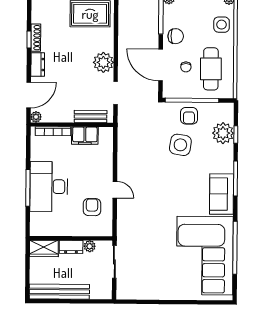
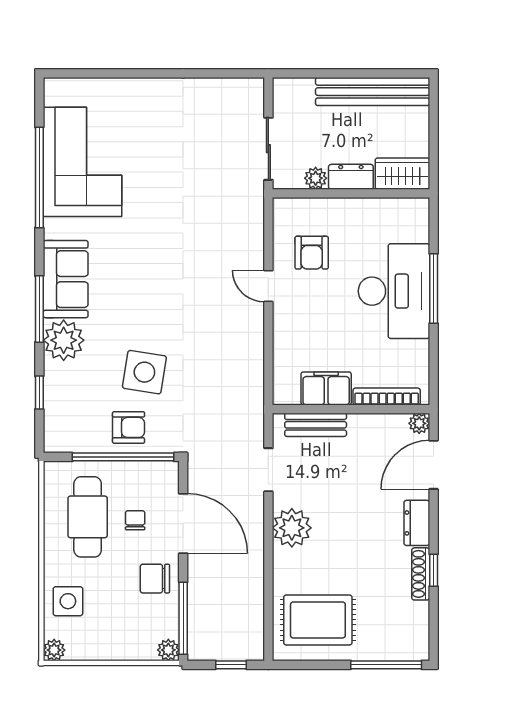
armchair: (189, 116) -> (129, 427), turned 90
plant: (223, 133) -> (64, 340), moved
corner sofa: (205, 256) -> (82, 162), width x0.73, depth x0.74

